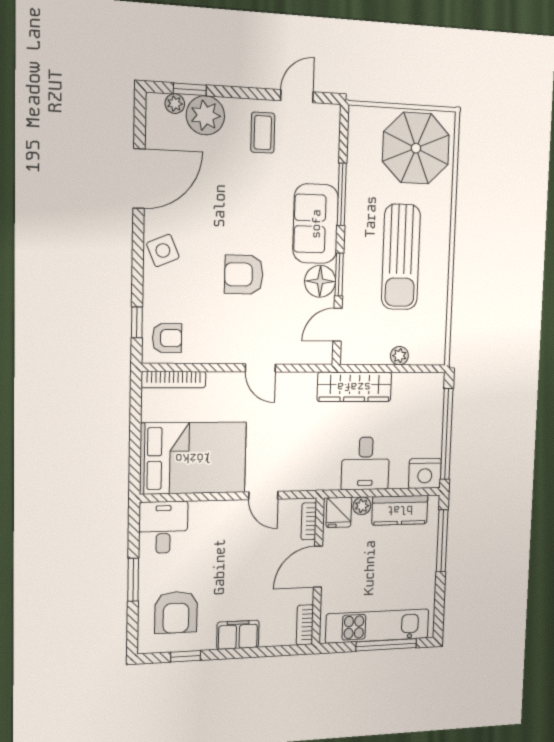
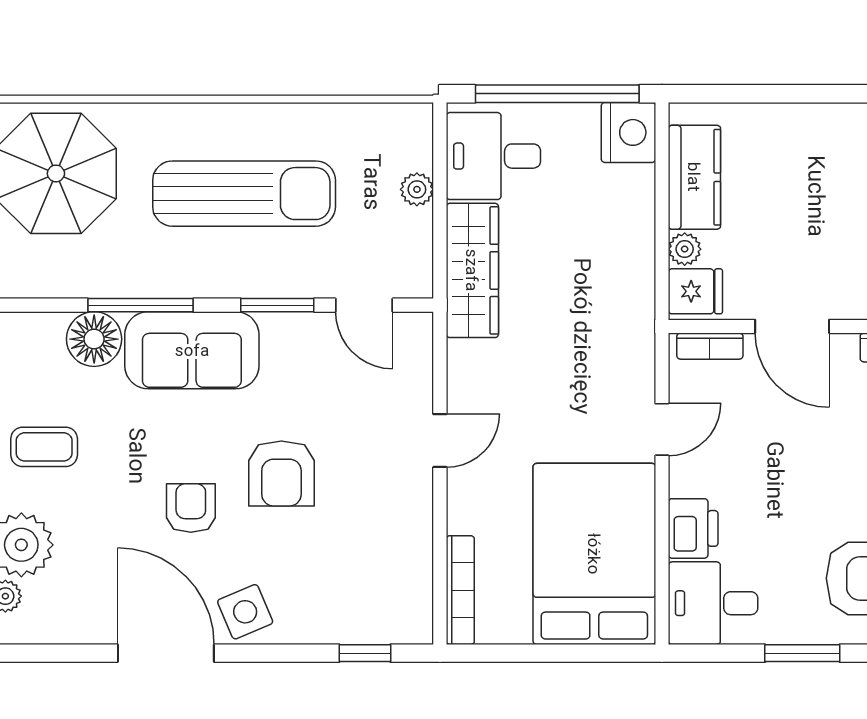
door: (139, 179) -> (166, 653), moved
floor lamp: (320, 281) -> (94, 339), moved
armchair: (167, 338) -> (191, 508), moved
desk: (365, 463) -> (493, 156), moved, turned 180
printer: (207, 515) -> (693, 528), added
window: (442, 541) -> (753, 94), removed

